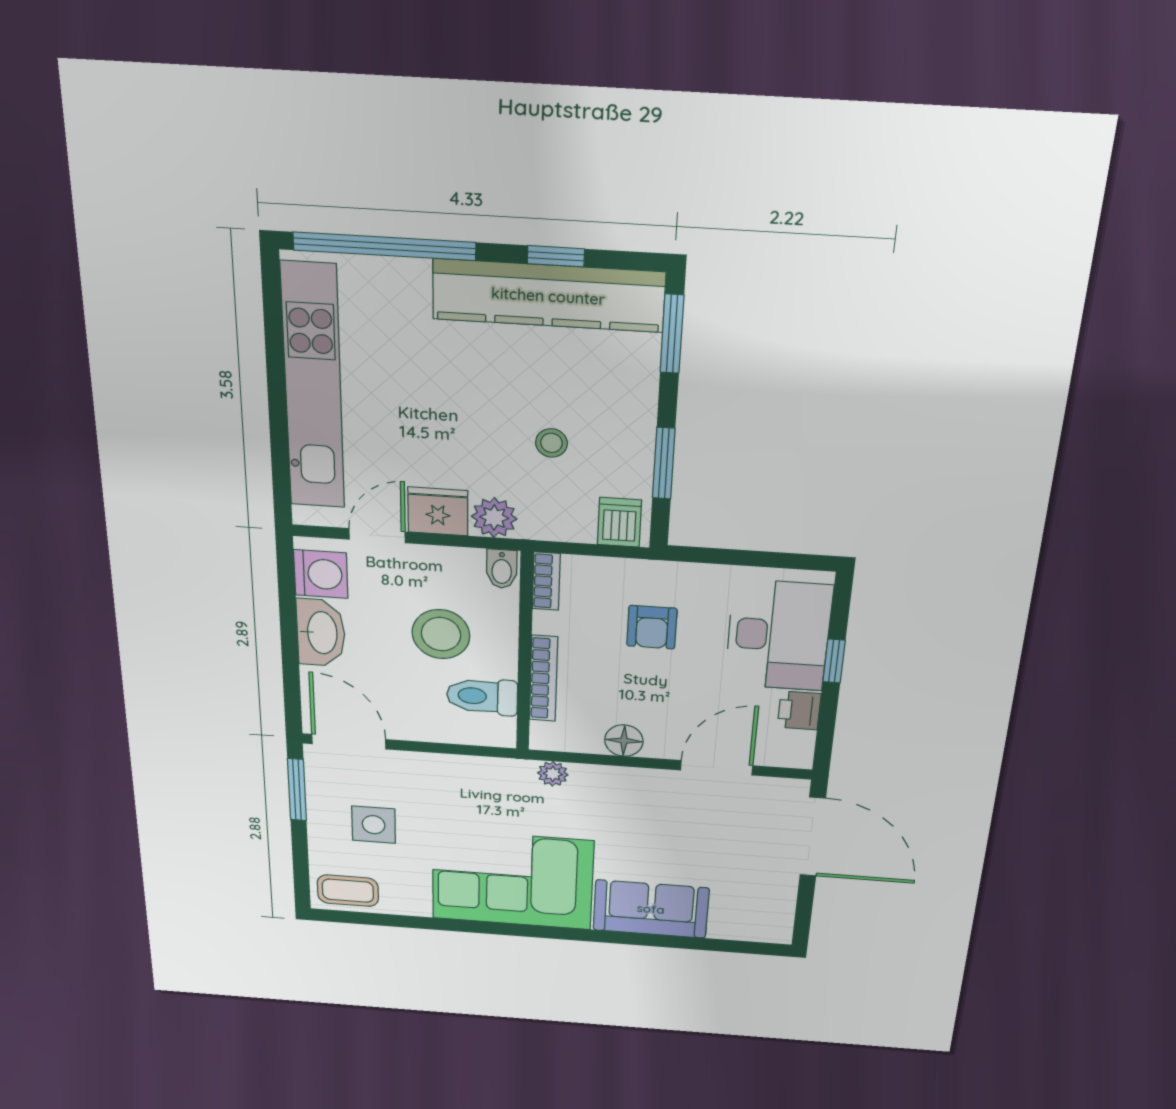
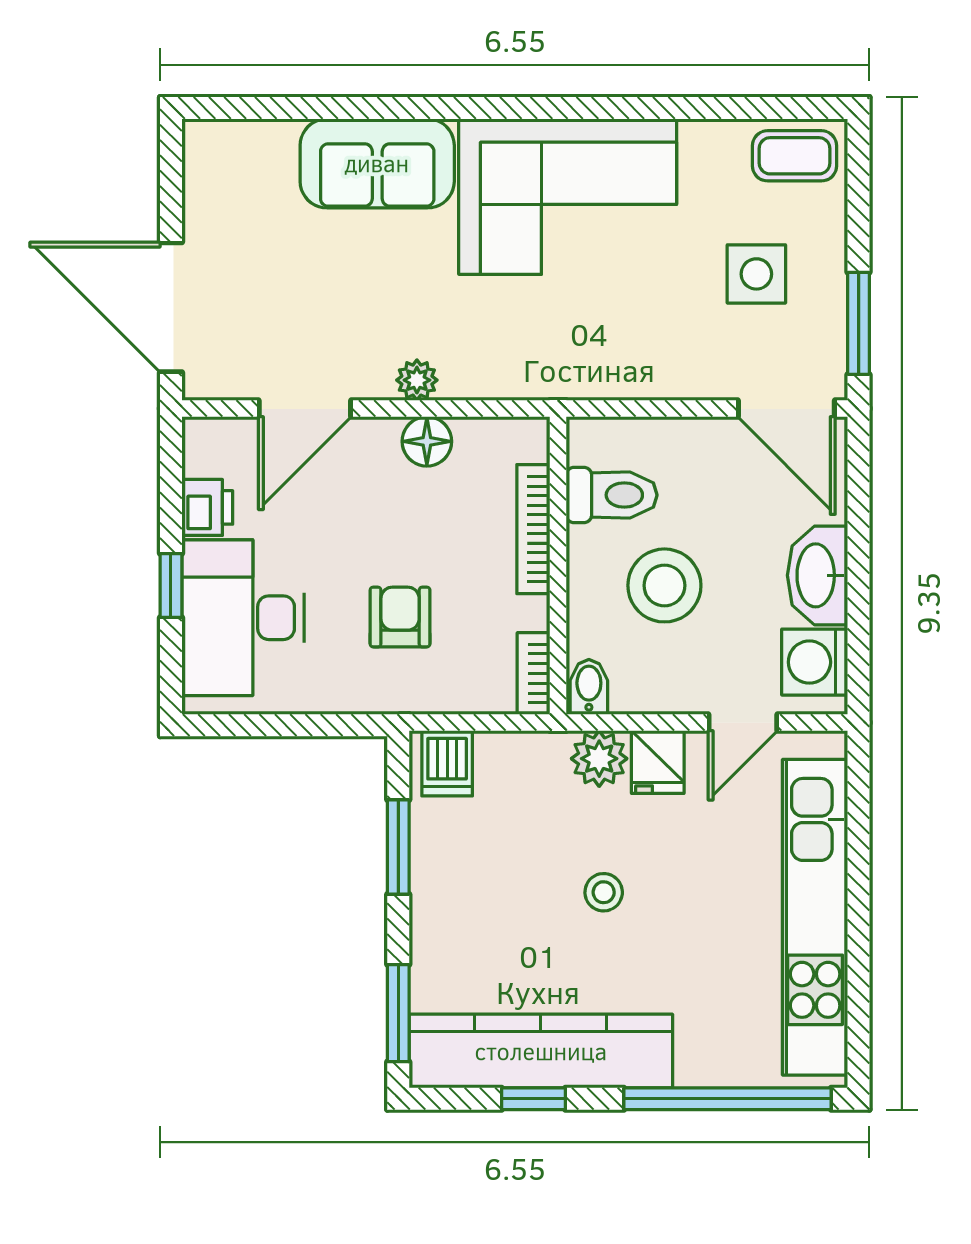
stool: (551, 443) -> (604, 892), moved
fridge: (438, 511) -> (658, 762), width x0.72
plant: (553, 774) -> (417, 380), moved

